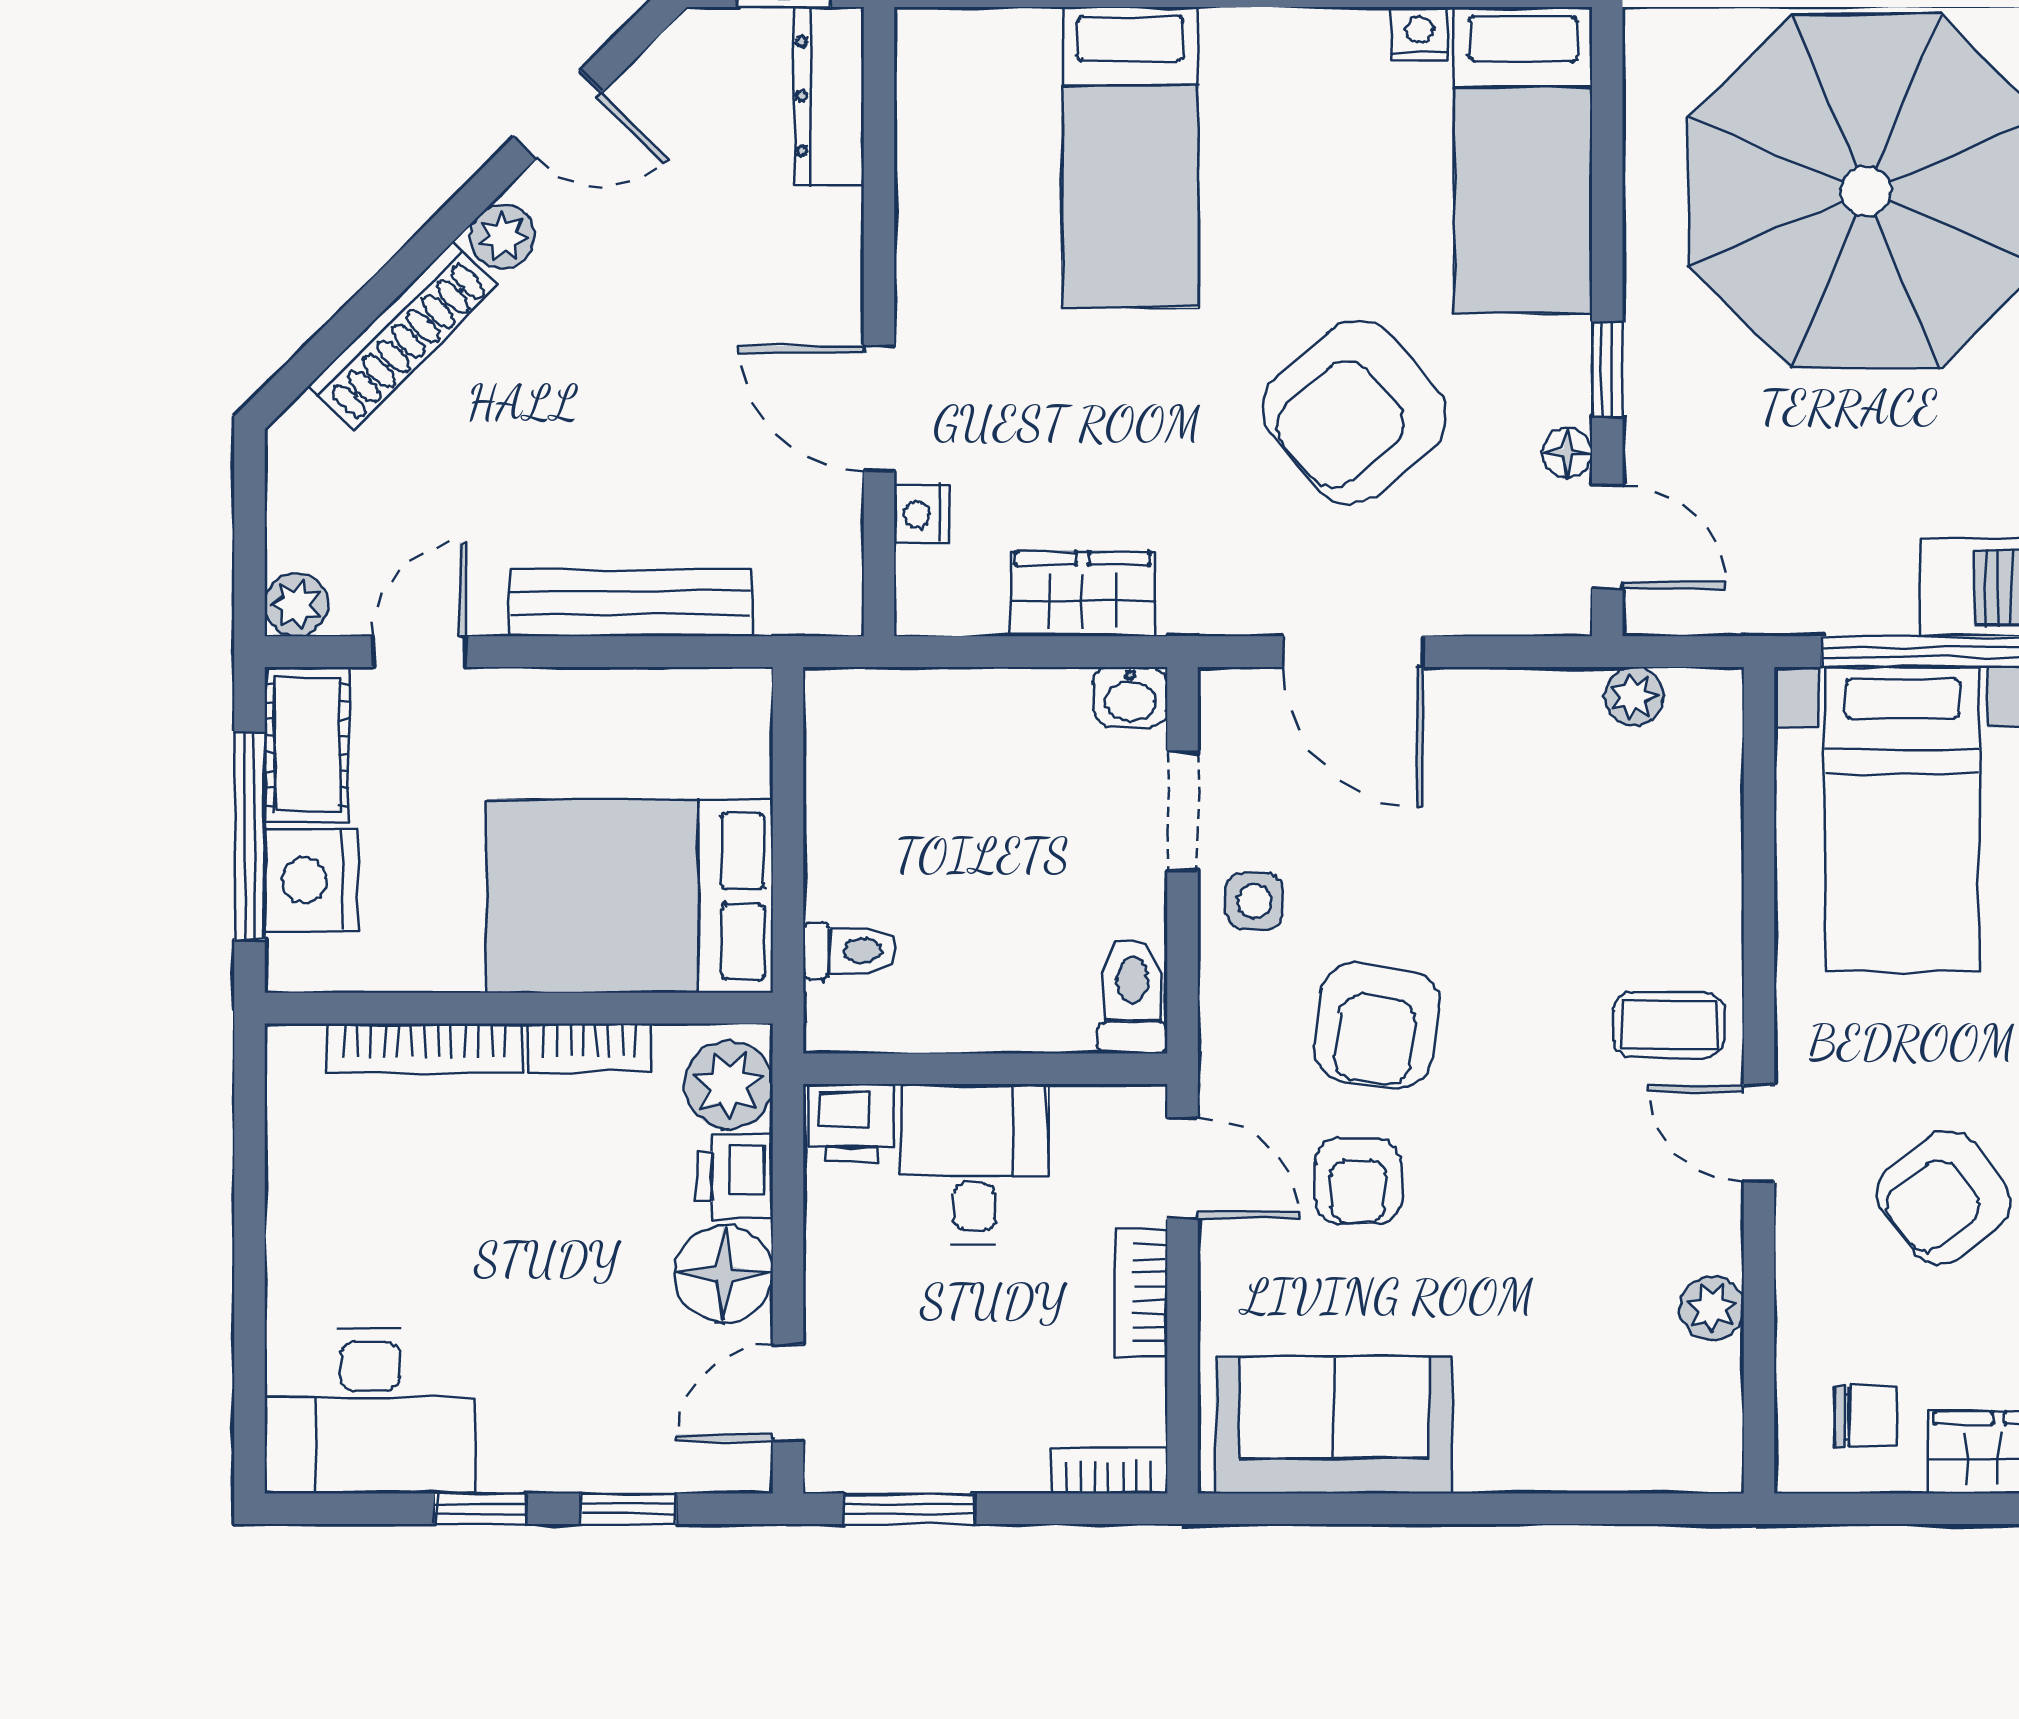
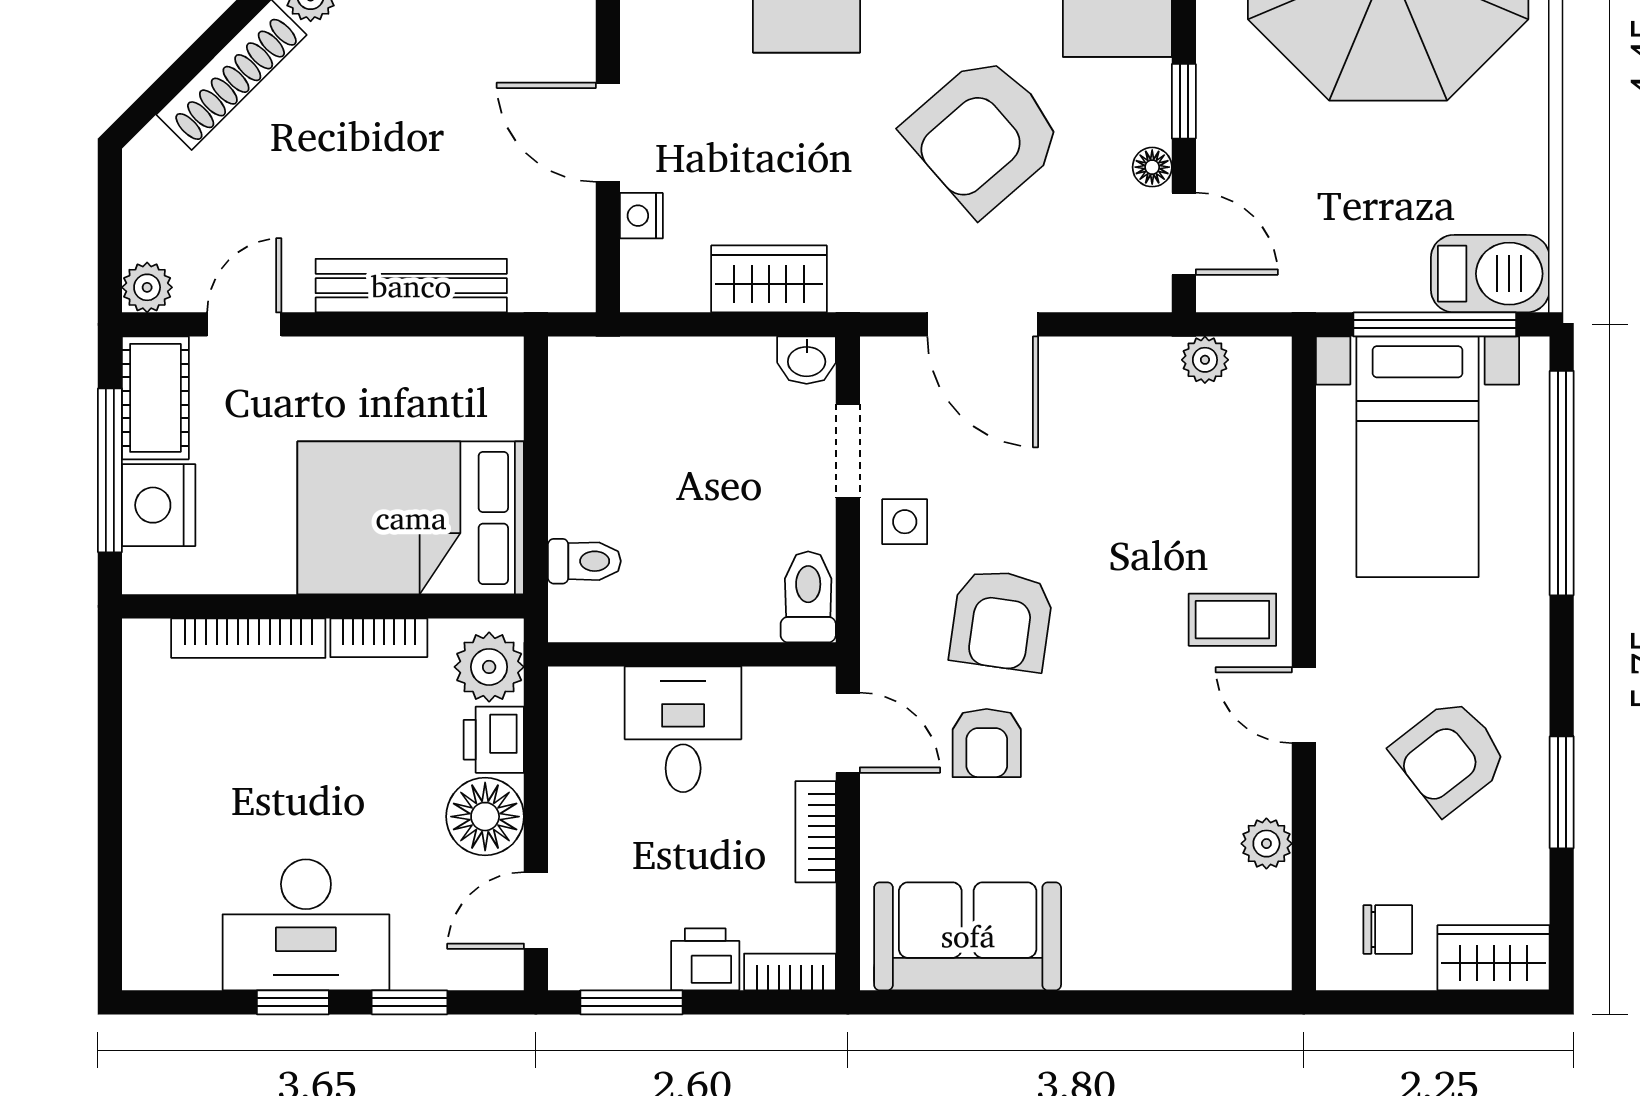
printer: (851, 1123) -> (705, 959), moved, turned 180
desk: (370, 1411) -> (306, 925), moved

